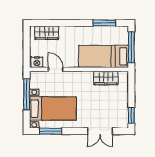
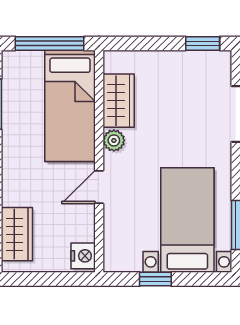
door: (56, 69) -> (99, 187), moved
plant: (88, 76) -> (114, 140), added
window: (27, 94) -> (155, 279), width x0.46

